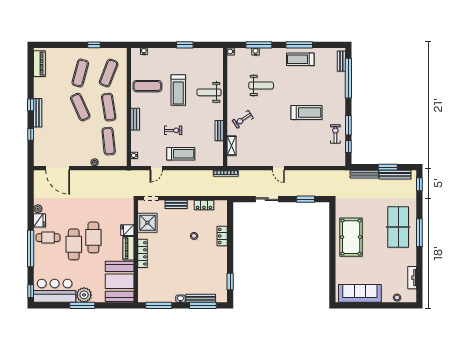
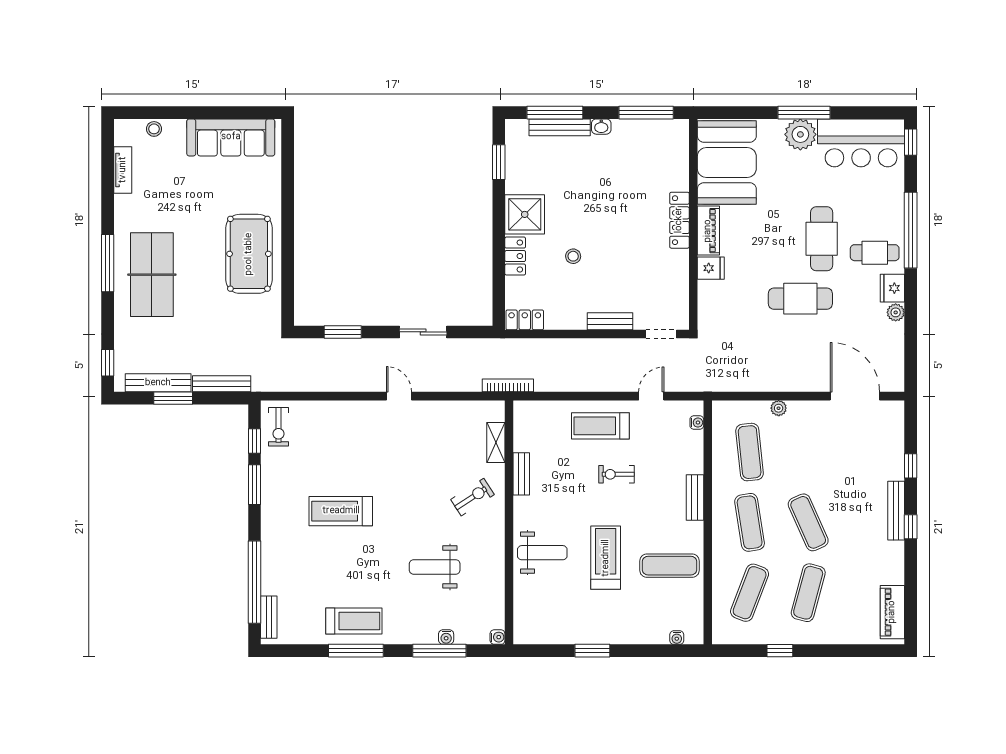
exercise bike: (335, 134) -> (279, 427), moved
locker: (204, 205) -> (525, 320), moved
shower: (147, 223) -> (525, 214), moved
cafe table: (93, 237) -> (800, 299), moved, turned 90

